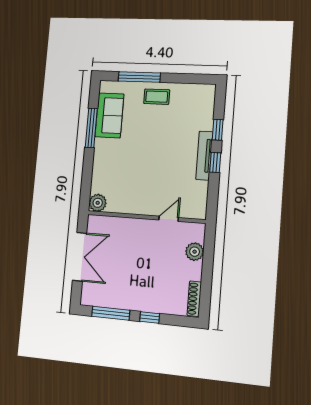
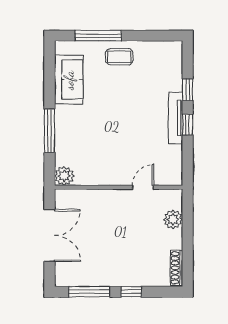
window: (91, 128) -> (49, 131), moved

